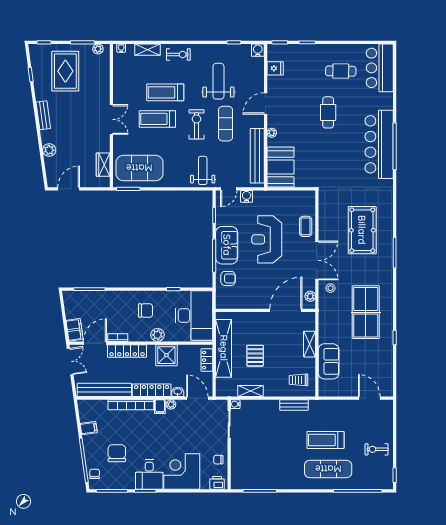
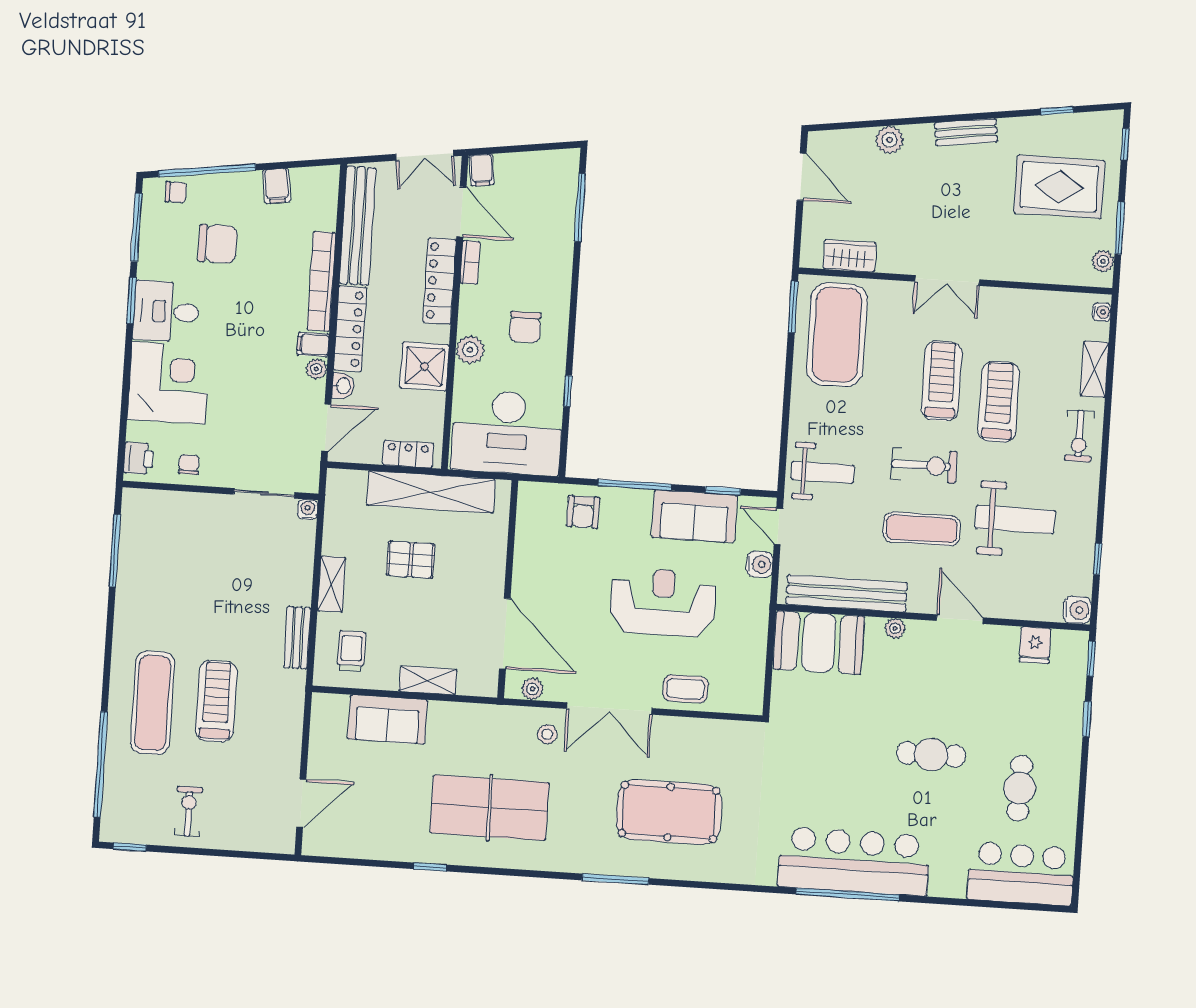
sofa: (227, 245) -> (694, 516), moved
filing cabinet: (75, 330) -> (482, 170), width x0.50
shelving: (250, 391) -> (332, 584), moved

